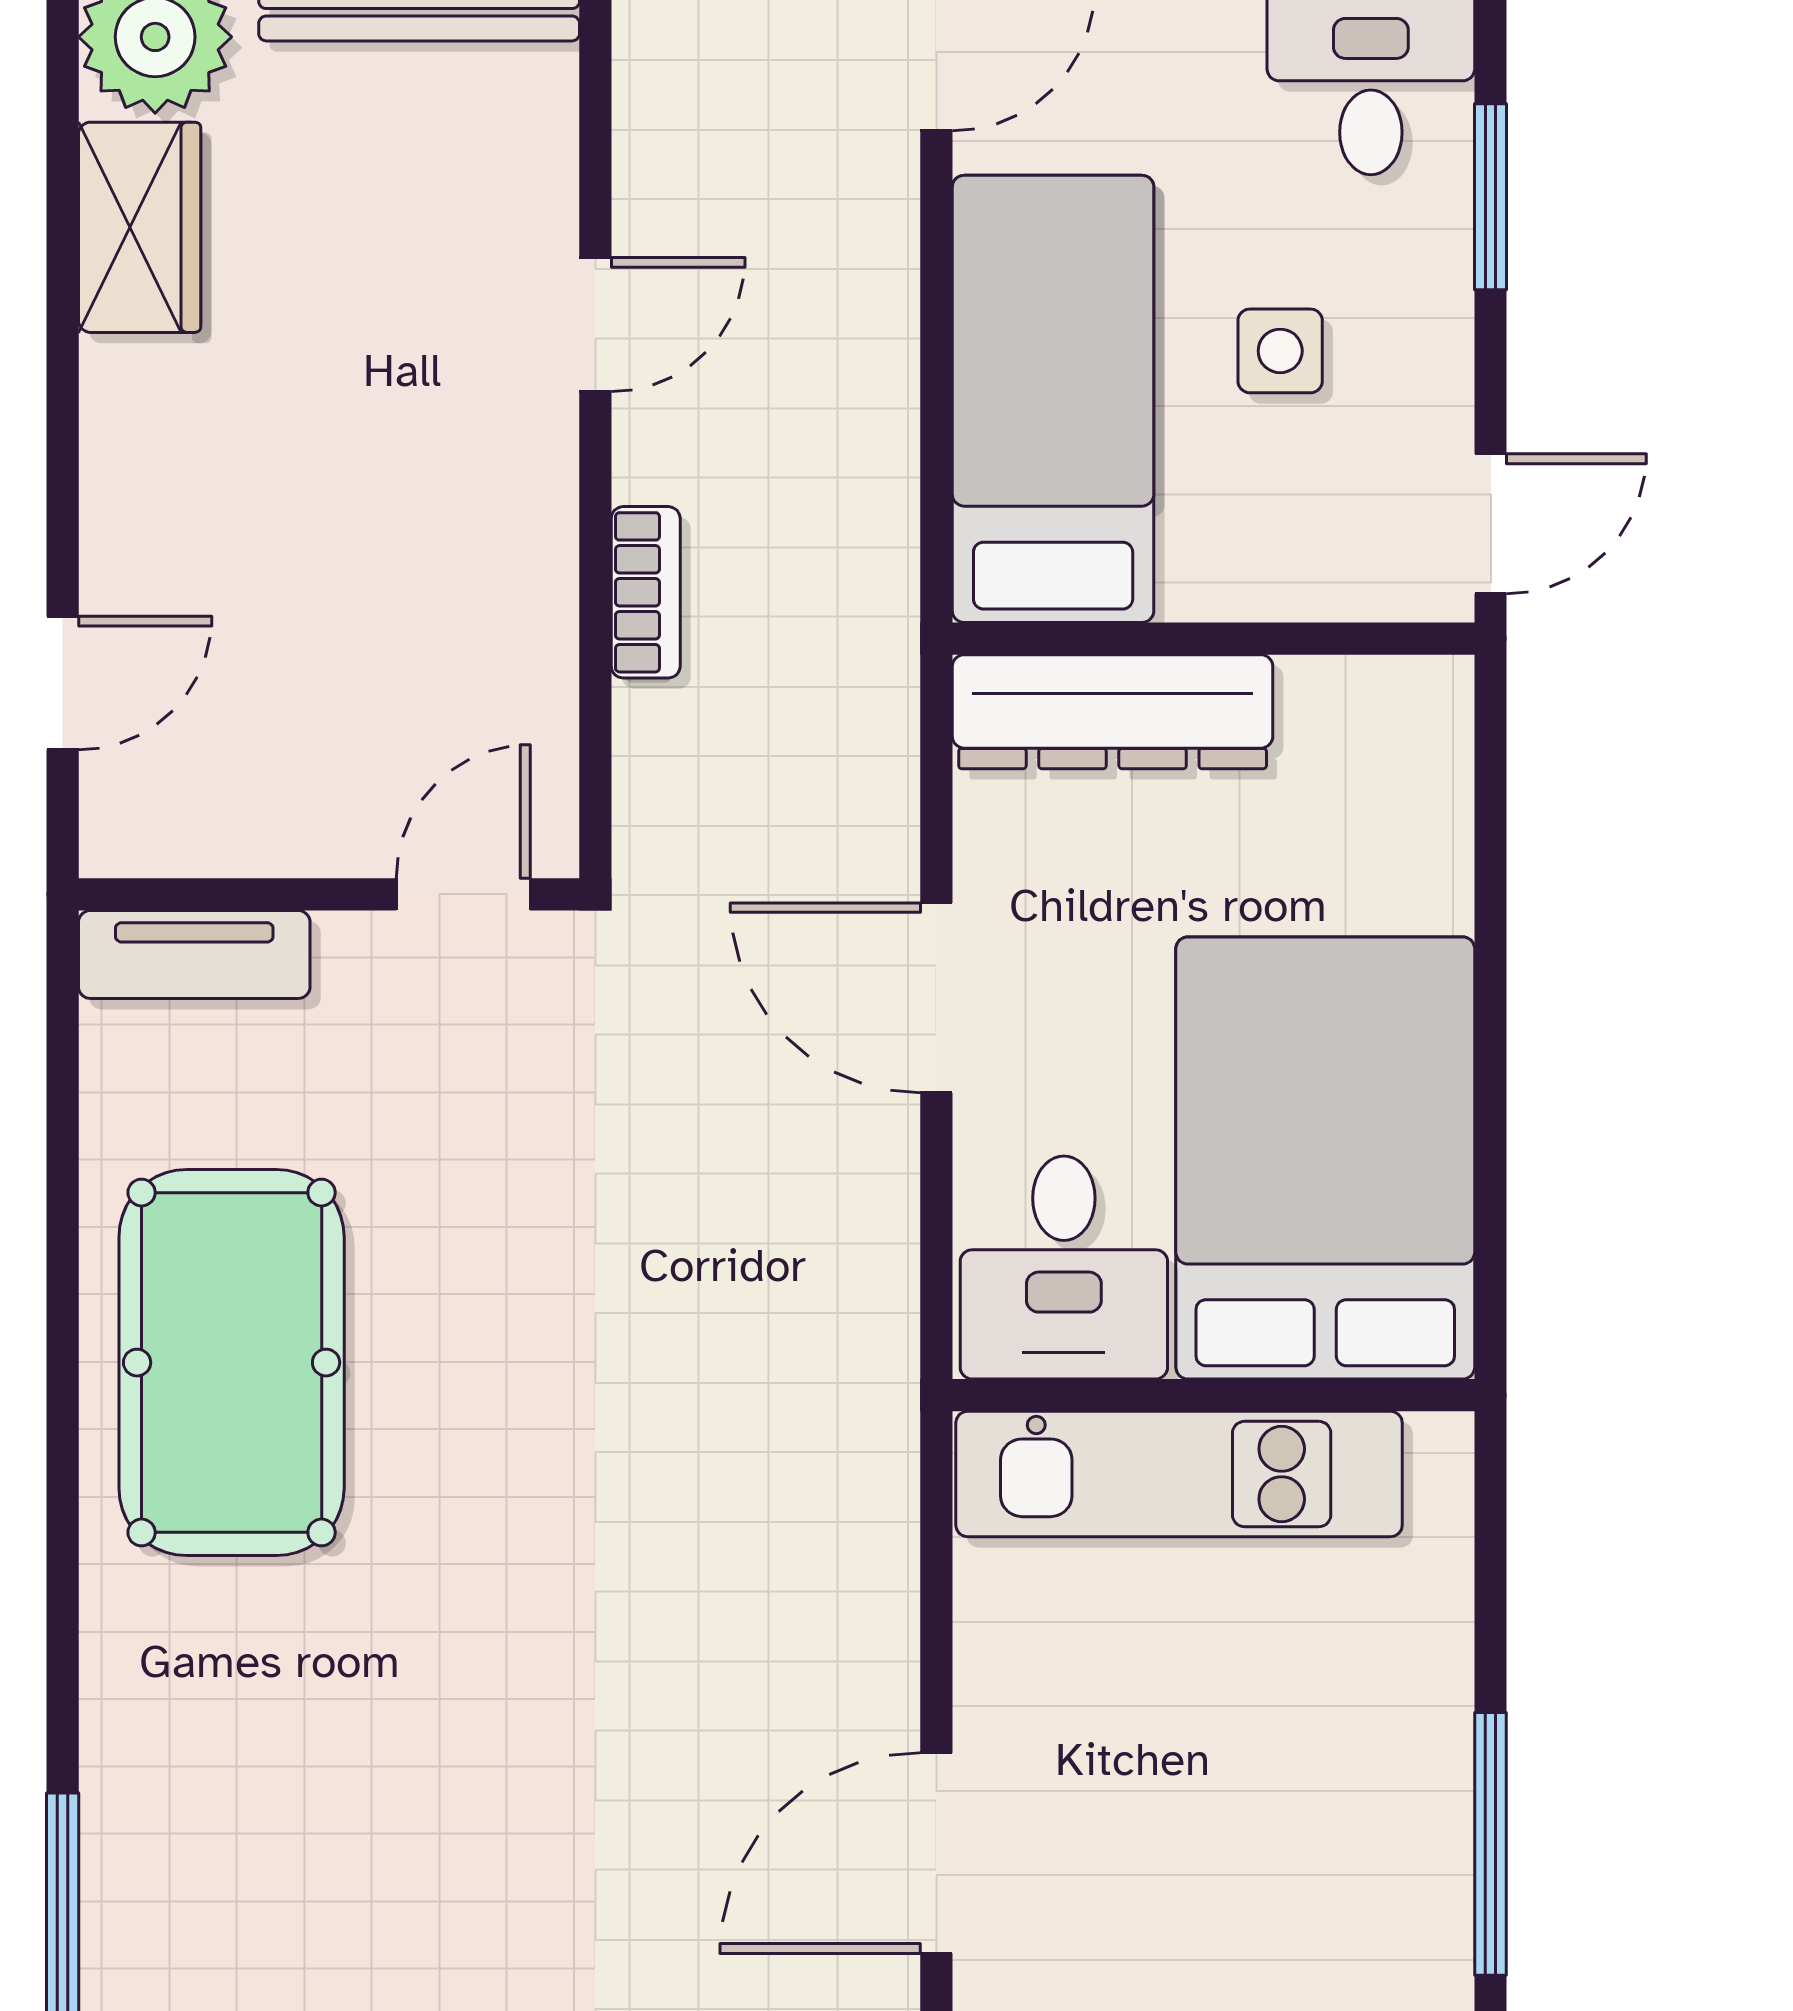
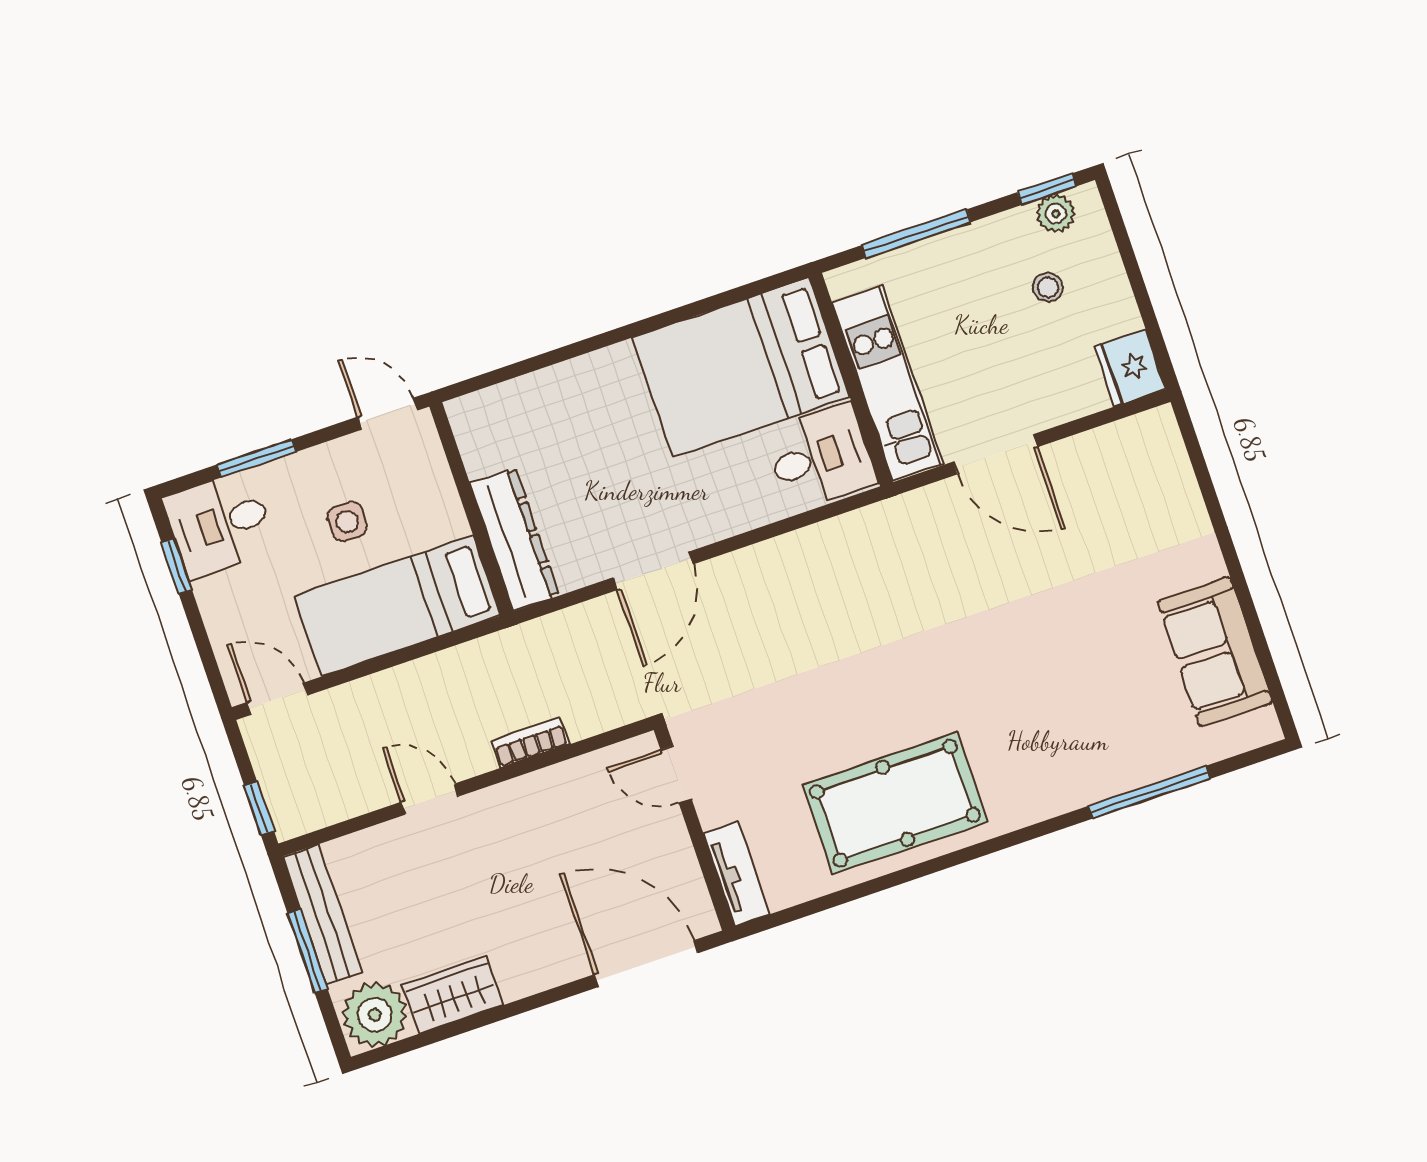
door: (63, 683) -> (646, 964), width x1.87
bed: (1325, 1158) -> (741, 367), moved
desk: (1064, 1267) -> (820, 457), moved
wall: (1213, 1395) -> (851, 380), moved
kitchen unit: (1179, 1474) -> (887, 383), moved

